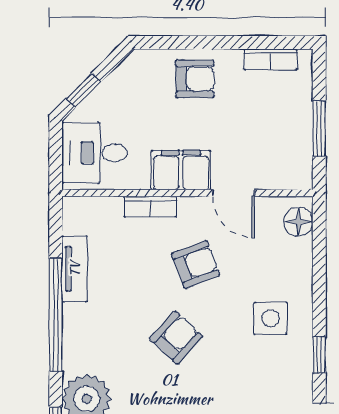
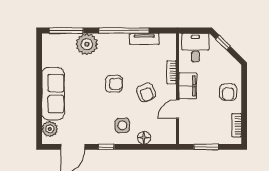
floor lamp: (298, 222) -> (144, 138), moved
armchair: (176, 338) -> (114, 84), turned -43

